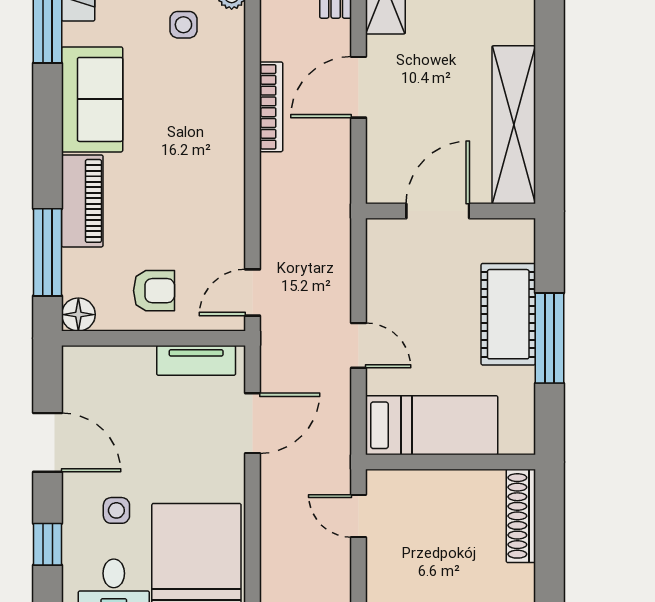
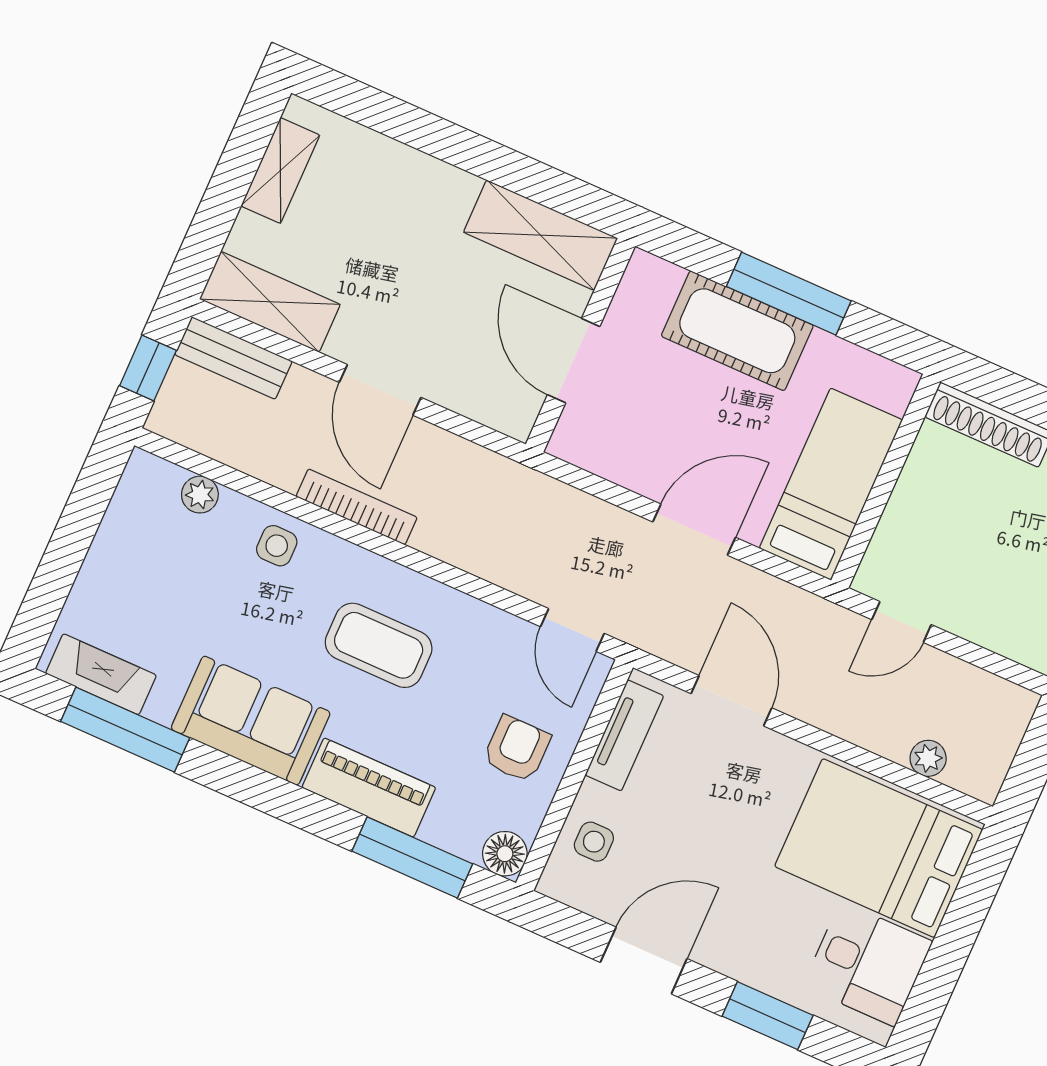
side table: (183, 25) -> (277, 546), moved
shelving: (514, 125) -> (541, 235), width x0.68
coffee table: (183, 164) -> (379, 645), added
door: (359, 345) -> (694, 530), width x1.38
side table: (116, 510) -> (594, 842), moved
window: (48, 544) -> (768, 1016), width x1.50
plant: (273, 576) -> (928, 758), added

